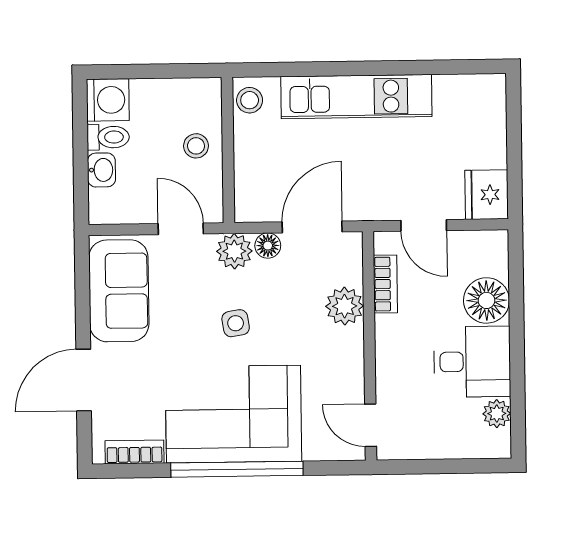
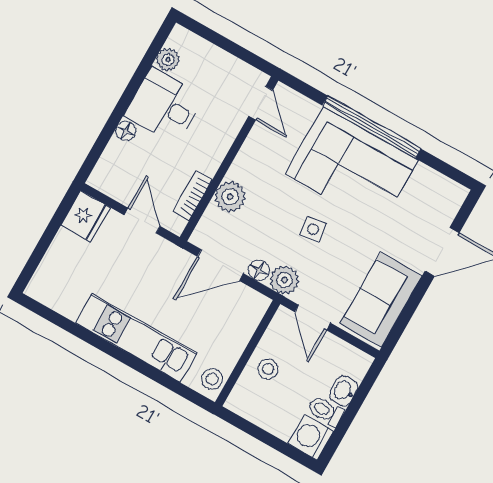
floor lamp: (486, 300) -> (126, 131), width x0.53, depth x0.53
bookcase: (134, 452) -> (436, 181), removed

